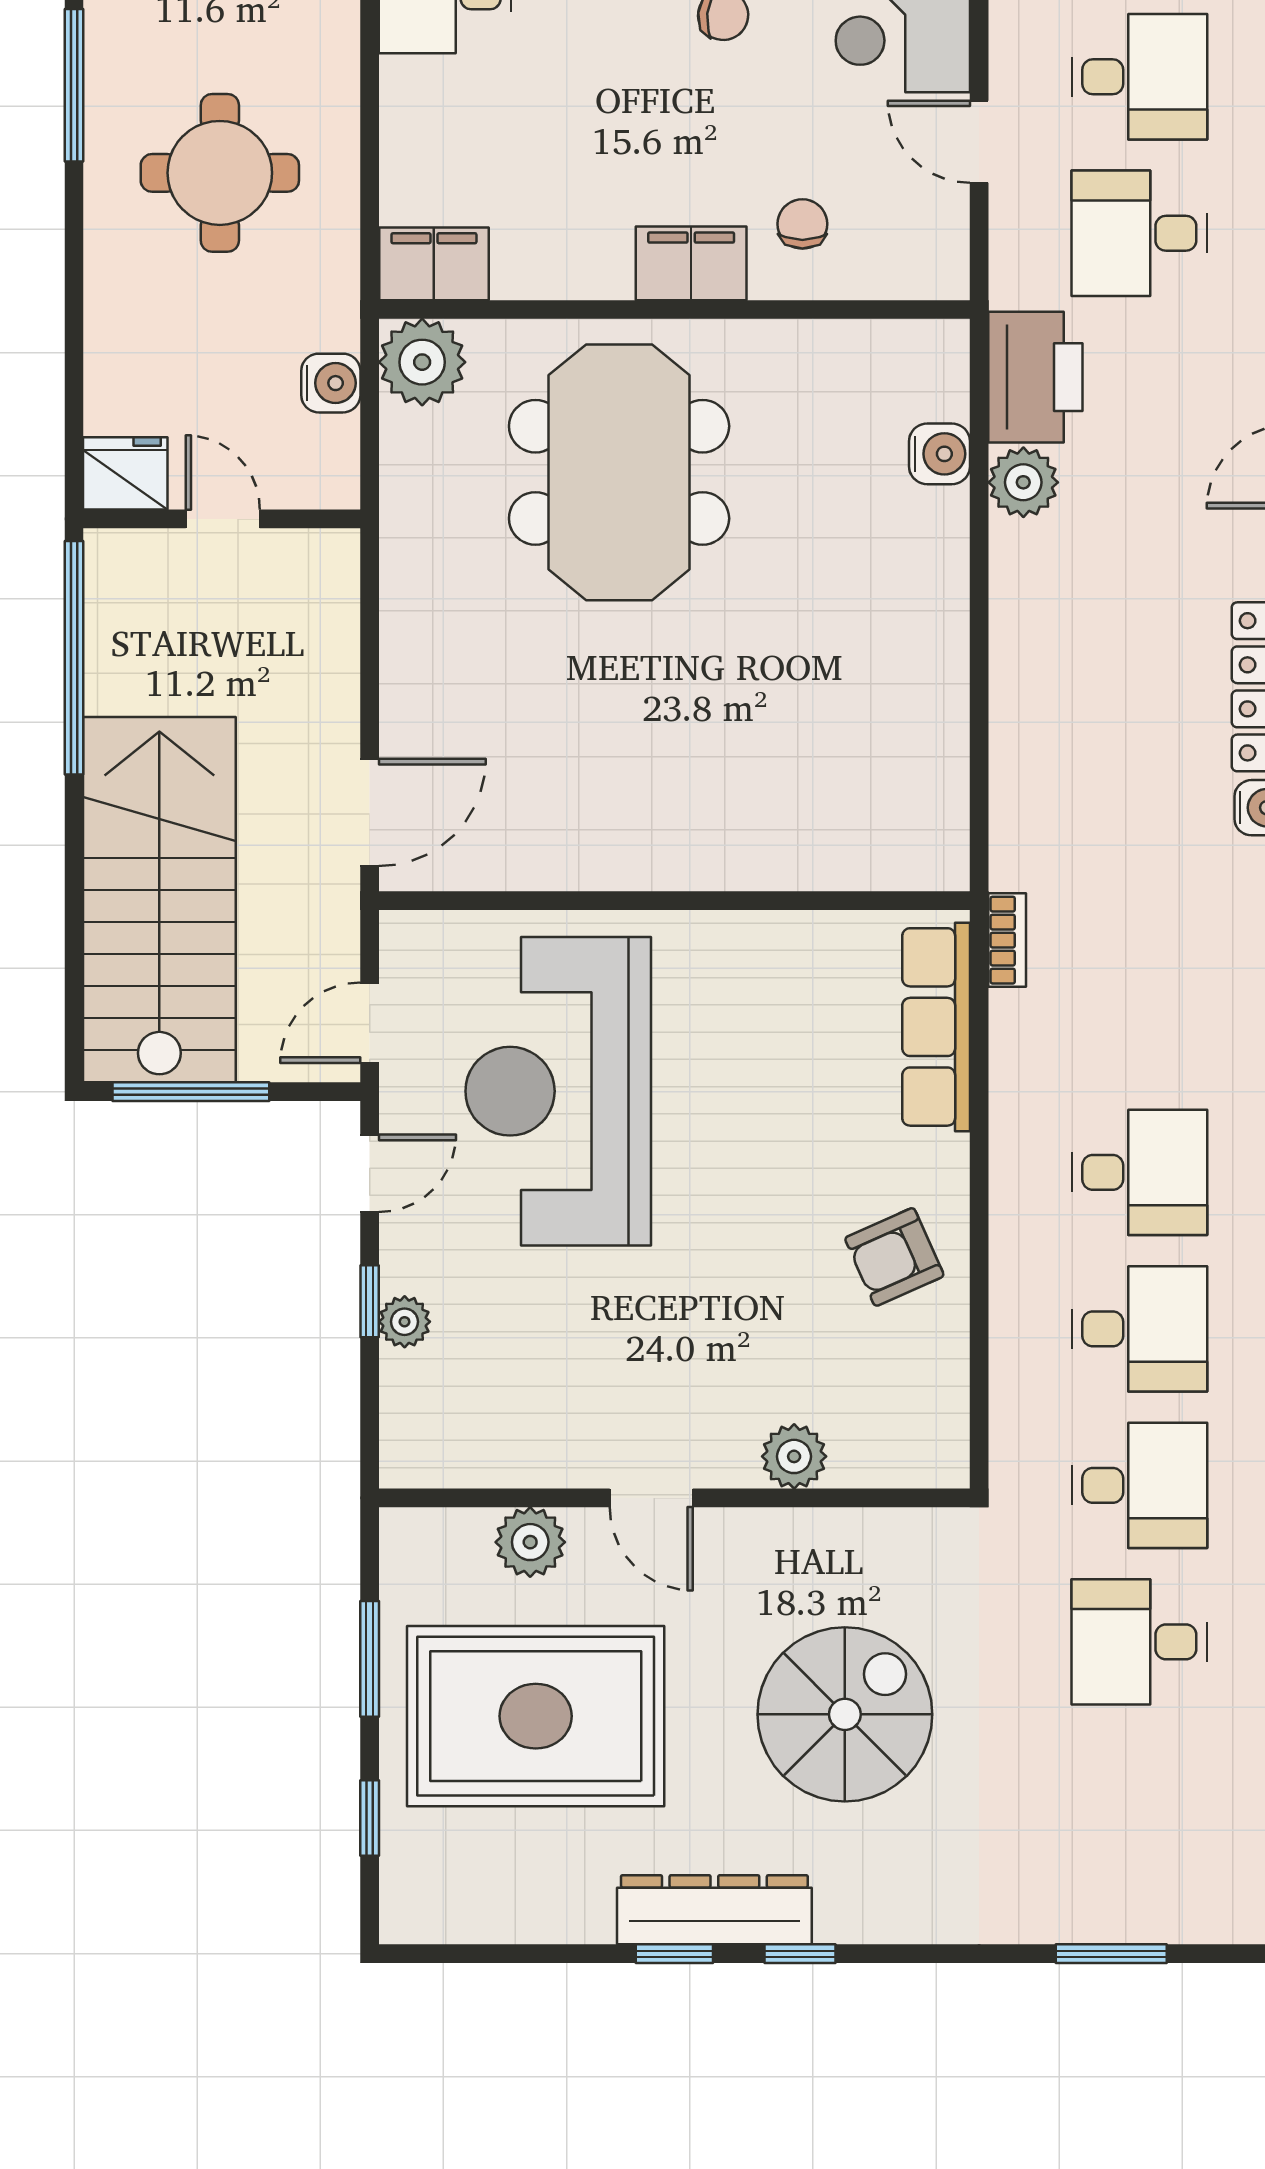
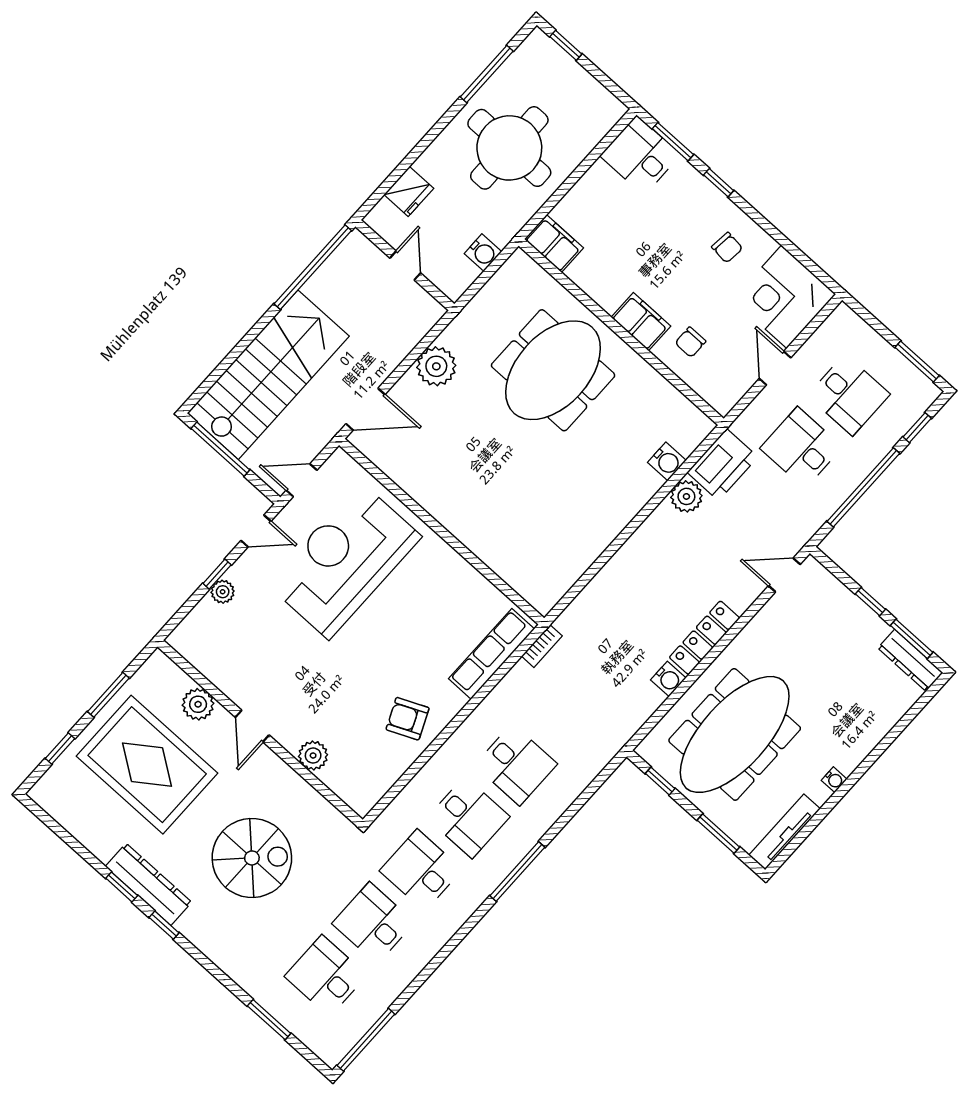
round table: (220, 173) -> (509, 148), width x1.36, depth x1.36
chair: (802, 224) -> (690, 342), turned 180
plant: (422, 362) -> (436, 366), moved
fridge: (125, 473) -> (409, 191), moved, turned 90
desk: (1139, 1485) -> (421, 870), turned 180
desk: (1139, 1798) -> (326, 976), added

